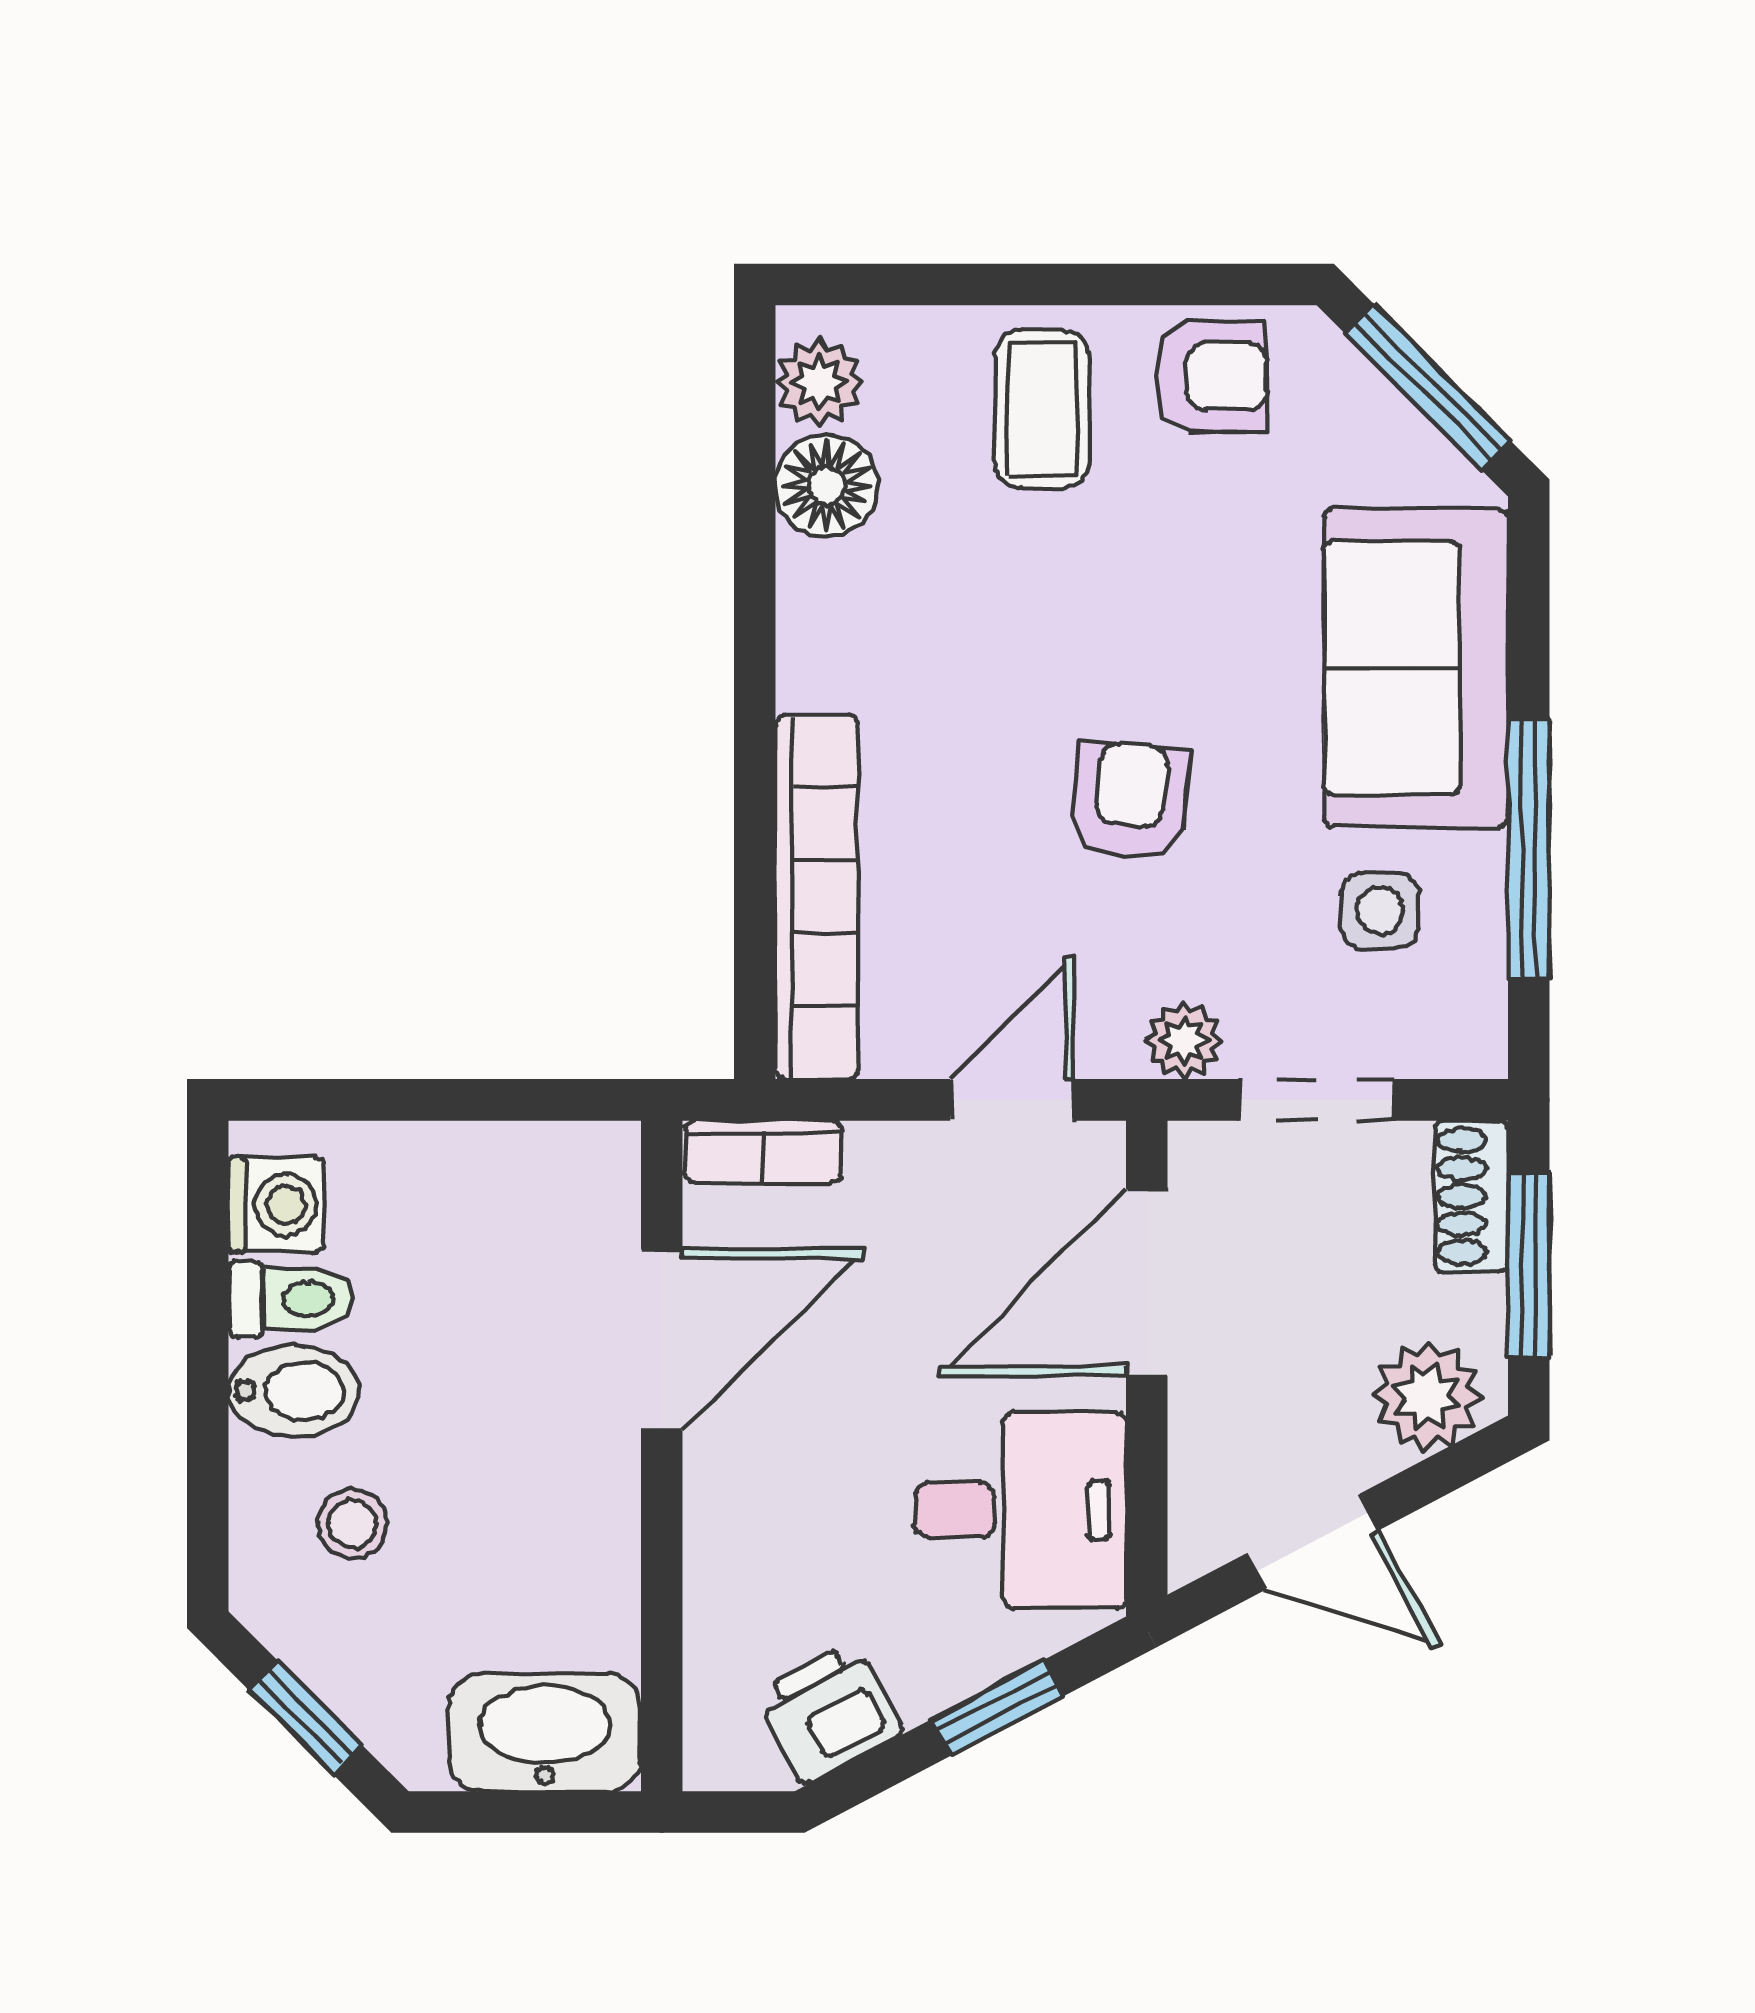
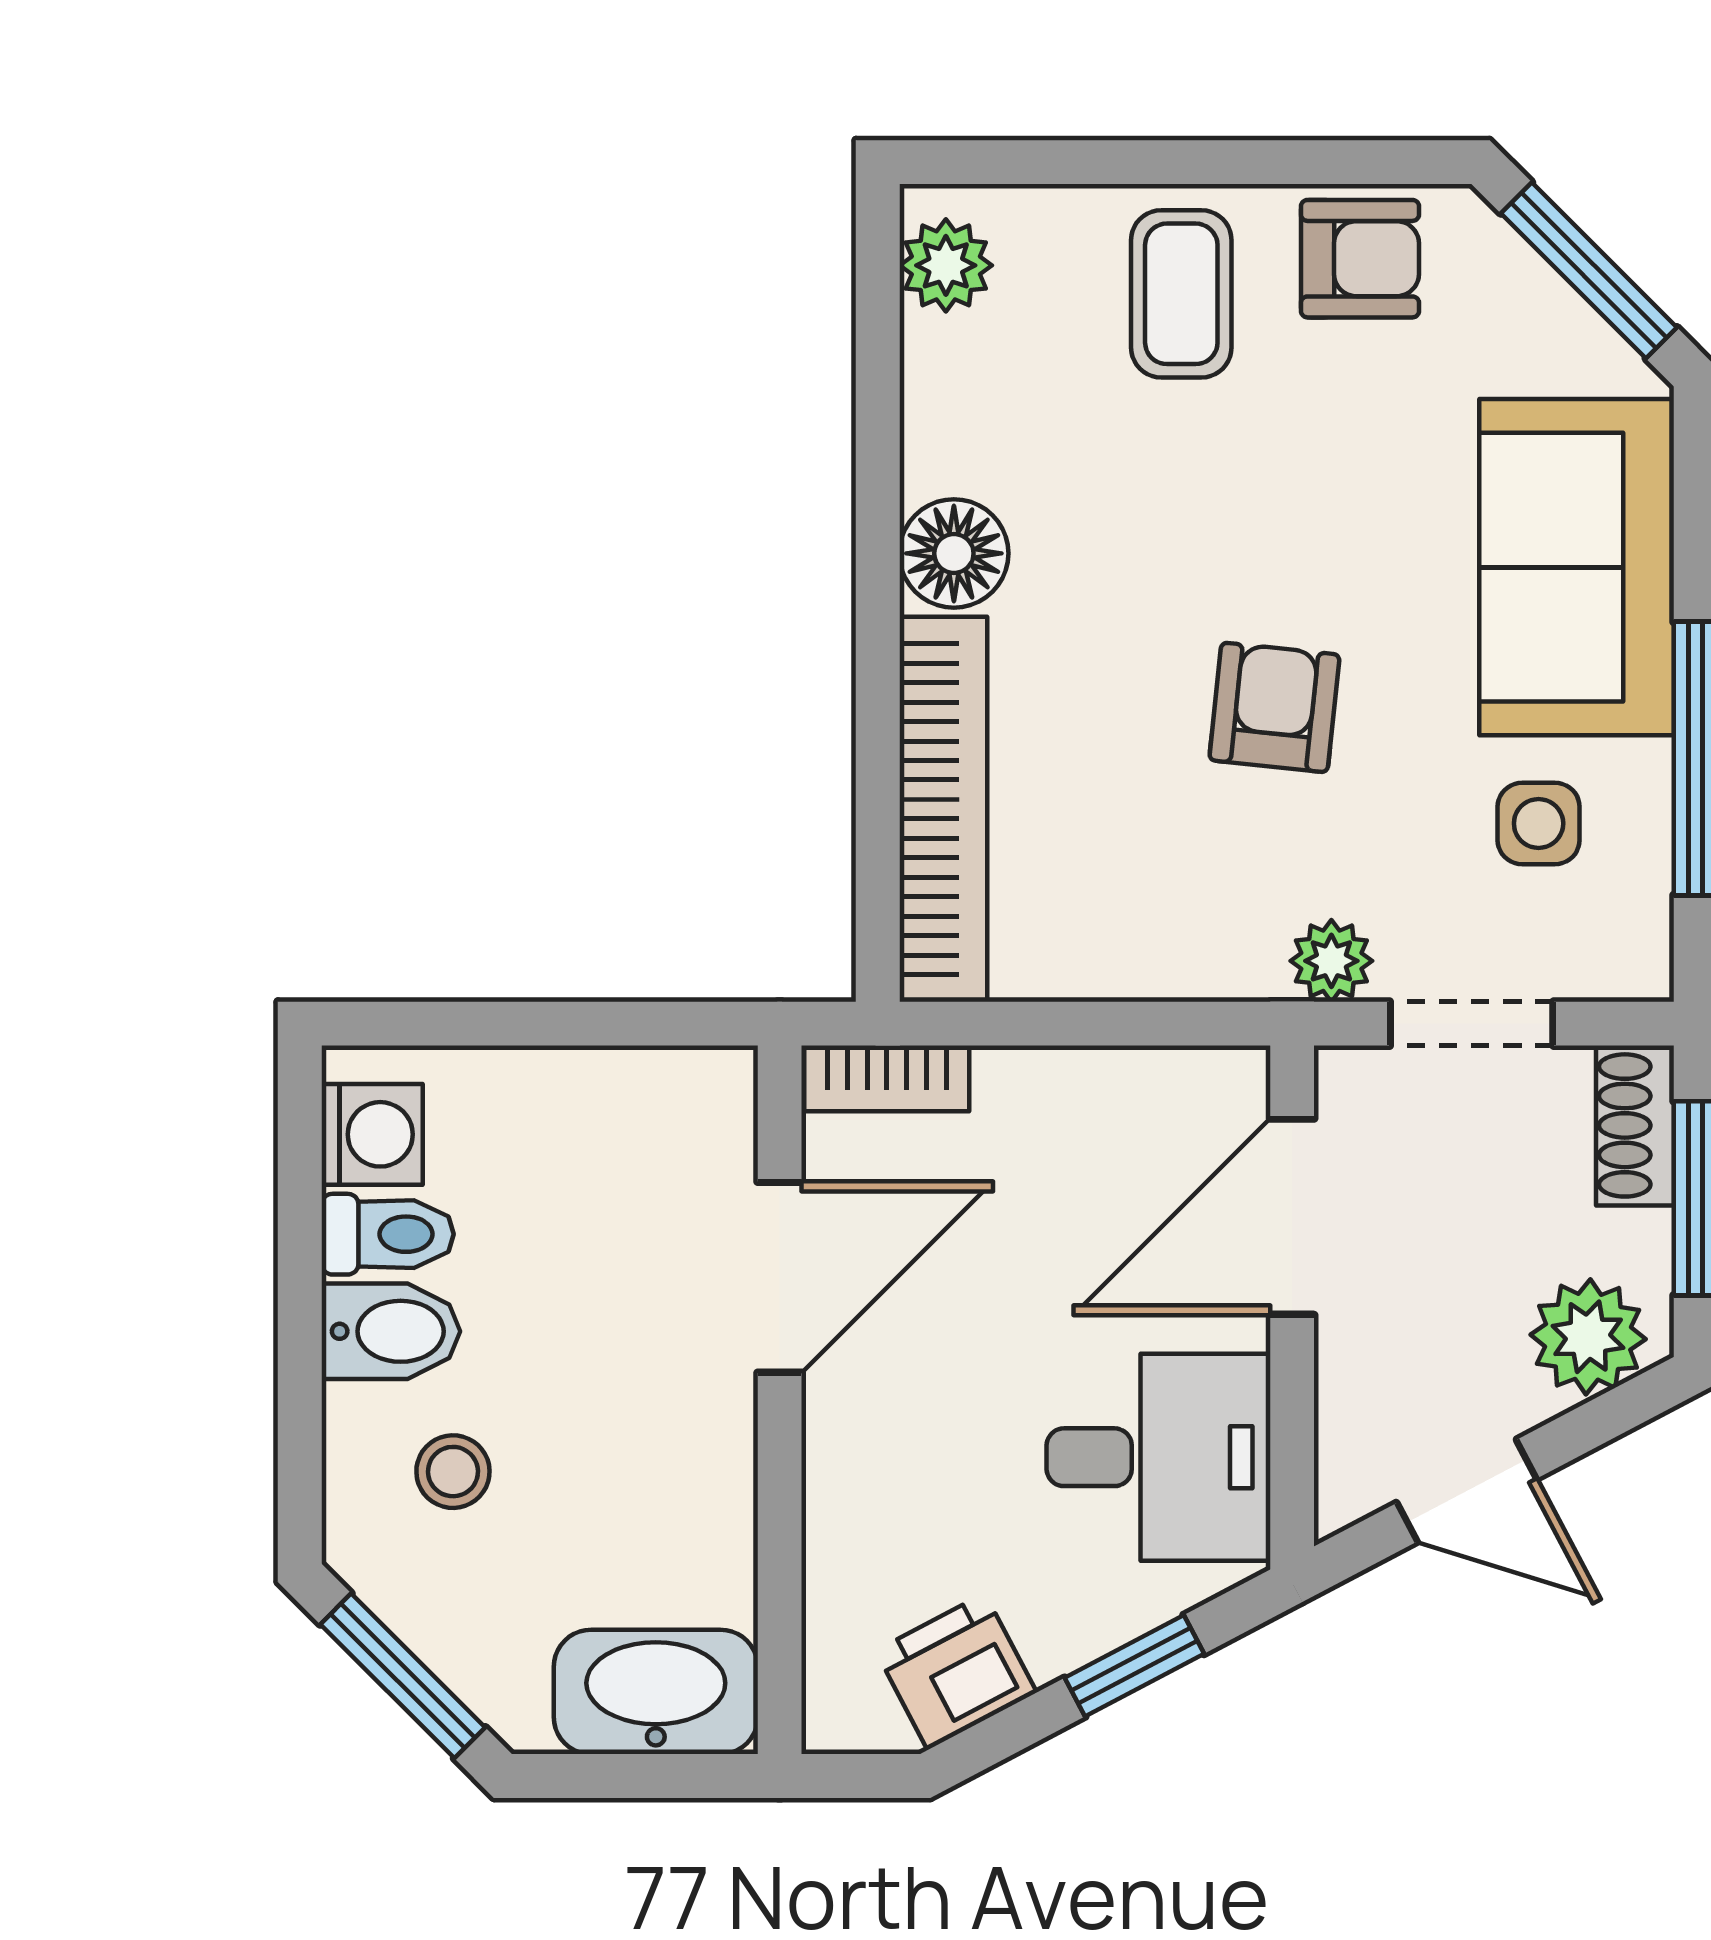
floor lamp: (827, 486) -> (954, 553), moved
door: (1012, 1100) -> (1150, 1024), removed
window: (305, 1717) -> (403, 1676), width x1.50

